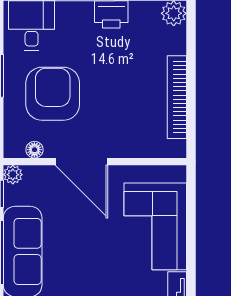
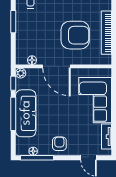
armchair: (53, 94) -> (75, 35), moved, turned 90

